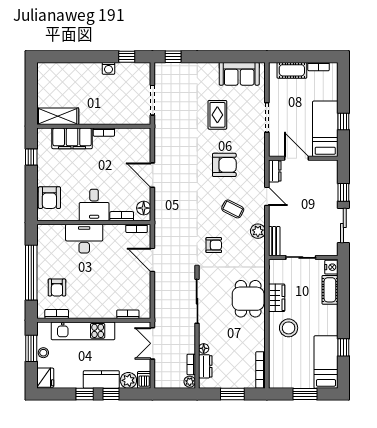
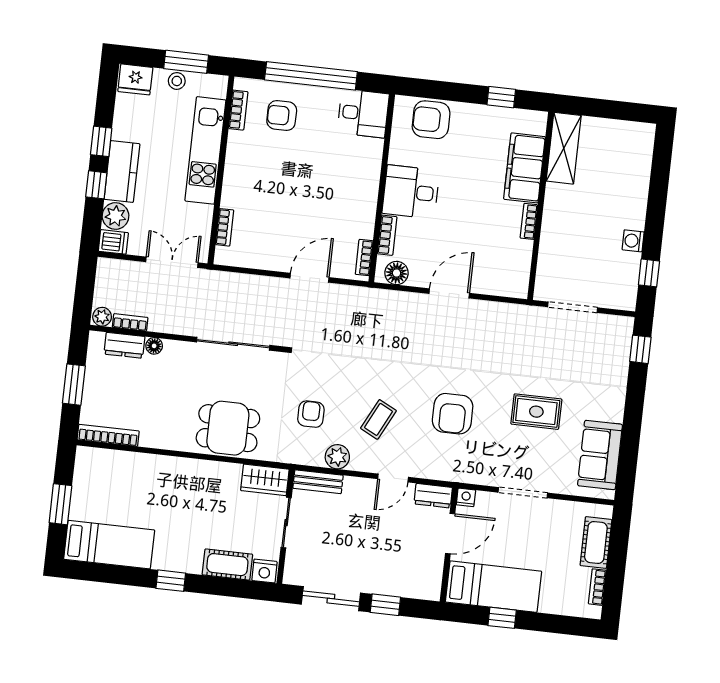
nightstand: (274, 151) -> (466, 497), added
desk: (84, 239) -> (363, 113), moved, width x0.73
armchair: (214, 245) -> (311, 414), moved, turned 180
wardrobe: (277, 298) -> (265, 480), moved
stool: (289, 328) -> (172, 489), removed
window: (343, 347) -> (171, 581), moved

